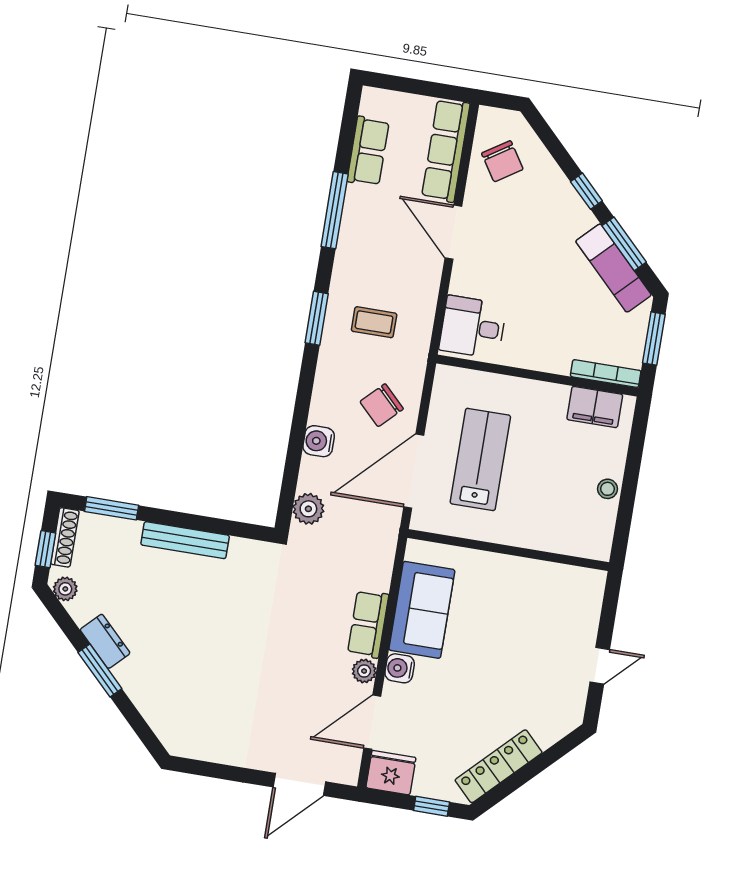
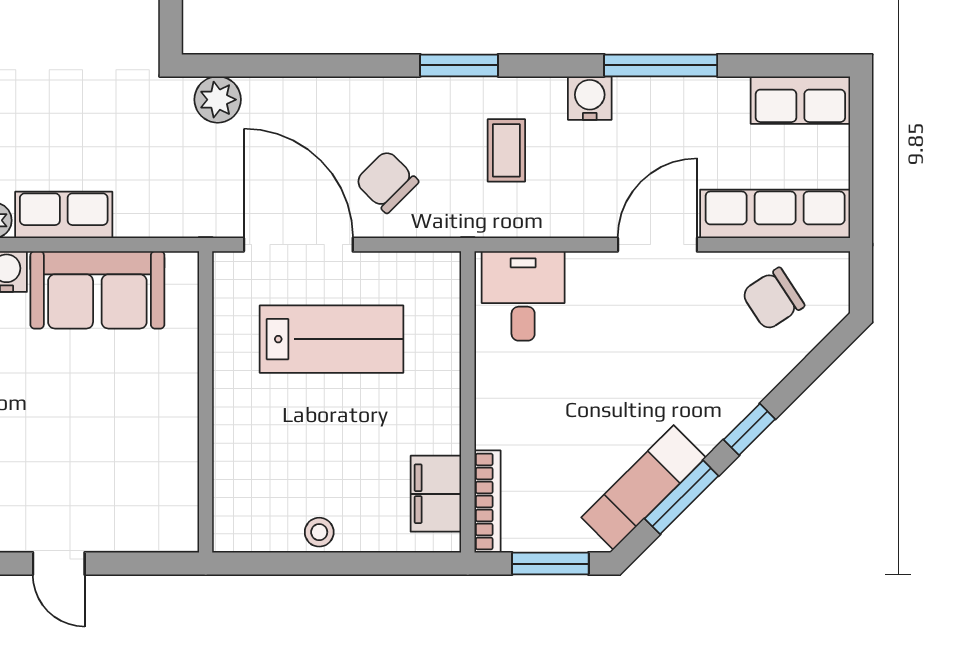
row of seats: (368, 151) -> (800, 100), moved
window: (317, 318) -> (459, 65), moved
water cooler: (319, 441) -> (590, 98), moved

